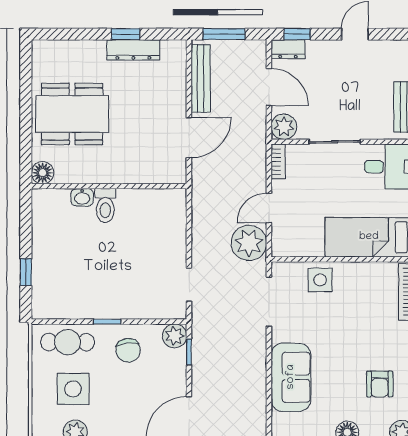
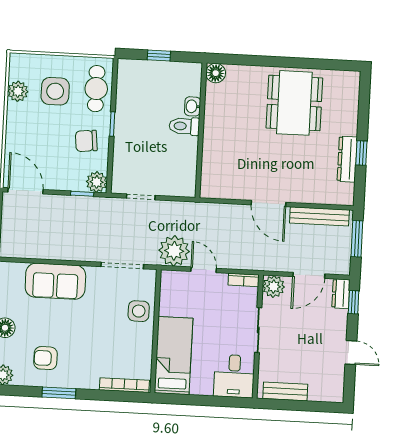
floor lamp: (43, 173) -> (216, 73), moved
wall: (109, 186) -> (201, 130), moved
washbasin: (82, 197) -> (193, 106), moved
toilet: (105, 205) -> (184, 126), moved

